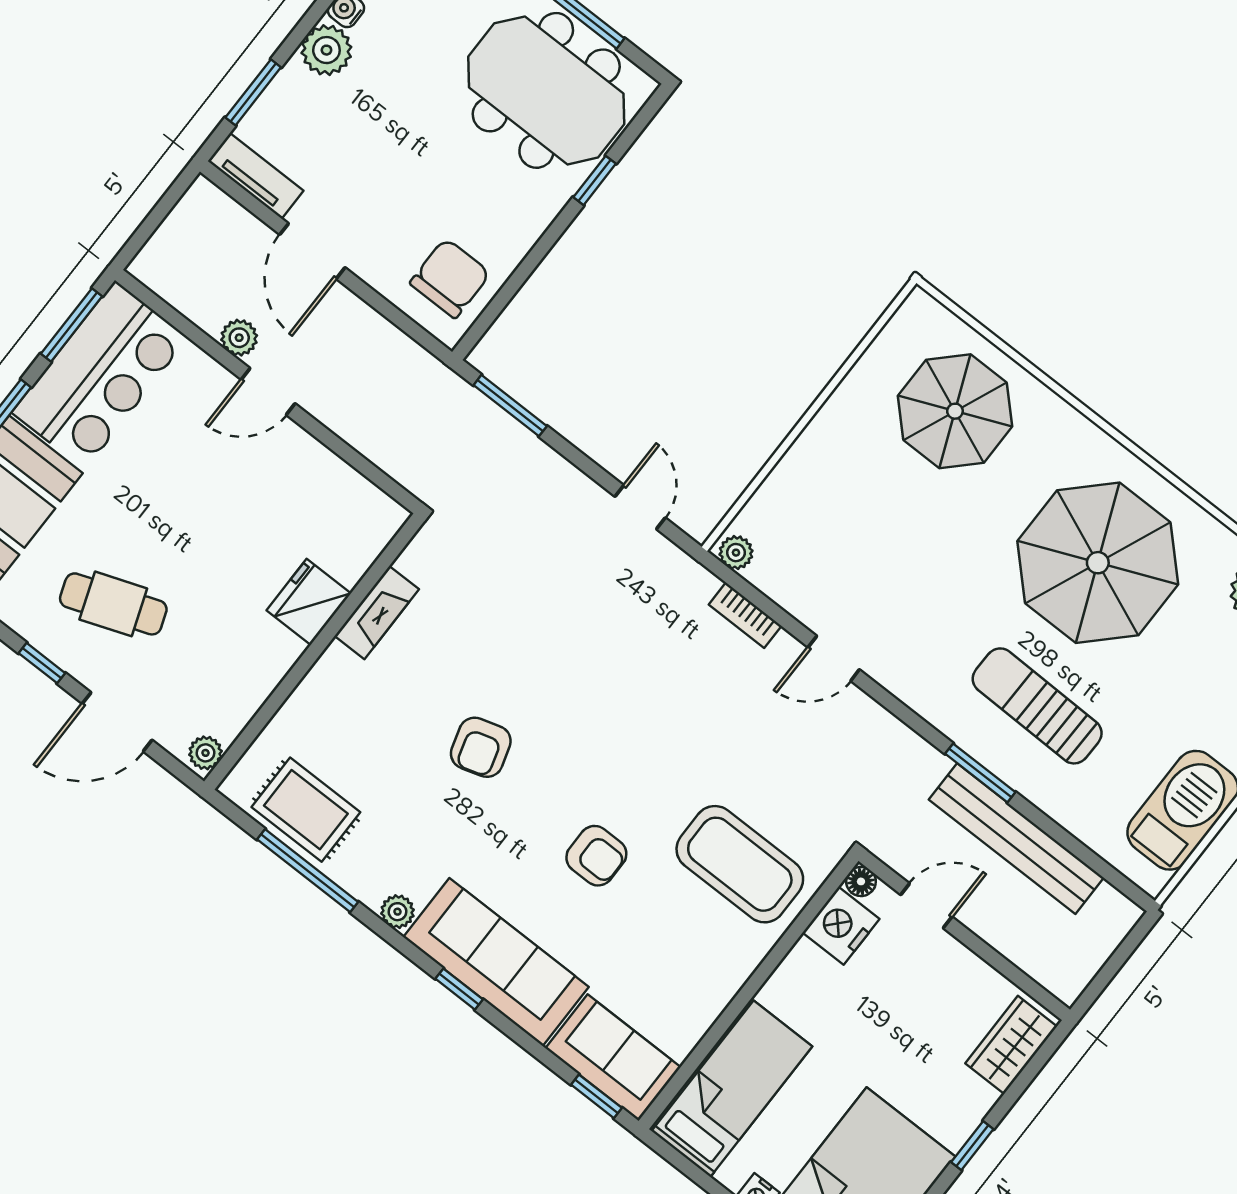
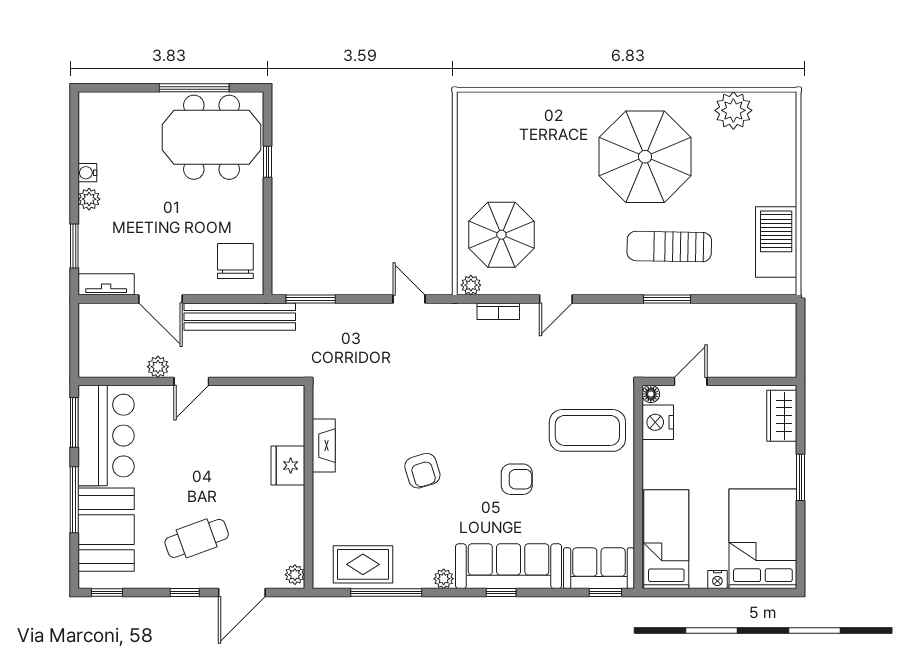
plant: (326, 50) -> (89, 199), width x0.73, depth x0.73
parasol: (955, 411) -> (501, 235), moved
bench: (1016, 839) -> (240, 317), moved
window: (972, 1146) -> (800, 477), width x1.50

